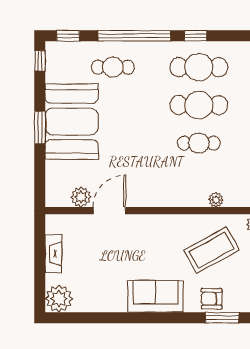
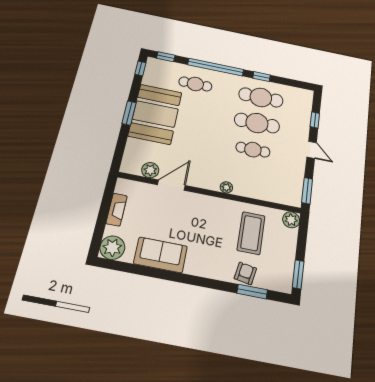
plant: (216, 200) -> (226, 187), moved
coffee table: (212, 250) -> (251, 233), turned -61
sofa: (155, 296) -> (161, 255), moved
armchair: (212, 299) -> (245, 273), turned 100

